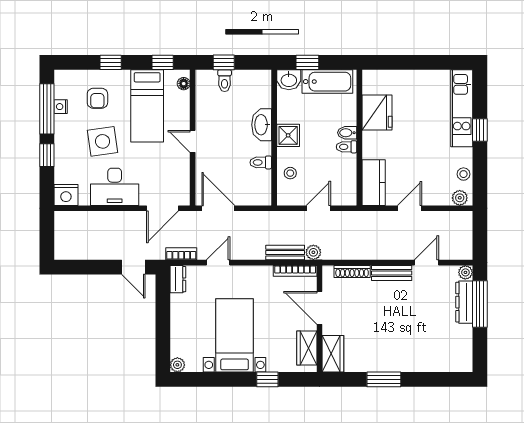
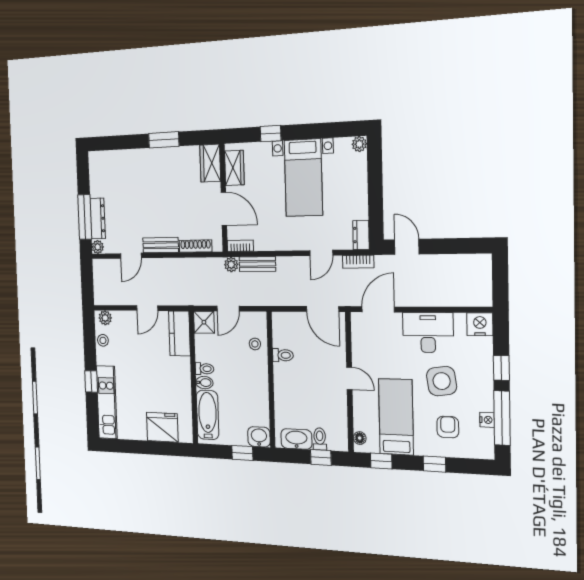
bathtub: (327, 82) -> (208, 415), moved, turned 90
fridge: (377, 113) -> (162, 427), moved, turned 90
washbasin: (262, 125) -> (296, 439), moved, turned -90
shower: (288, 135) -> (204, 322), moved
bookcase: (295, 271) -> (240, 246), width x0.64

